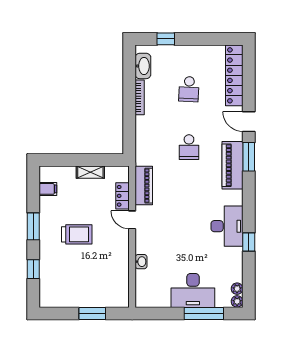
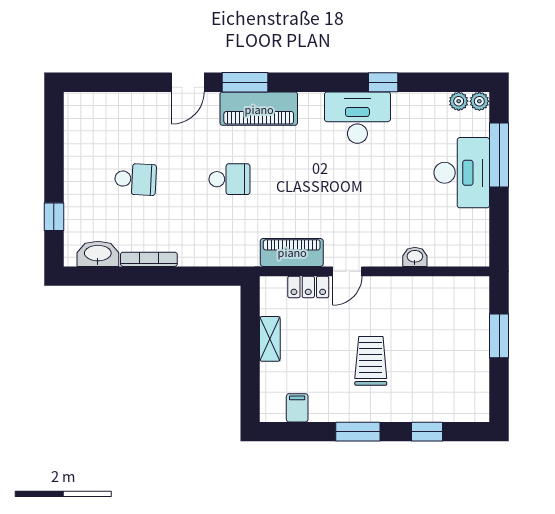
locker: (234, 75) -> (113, 106), removed

